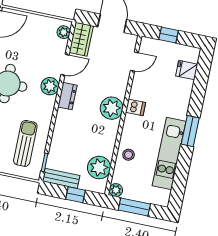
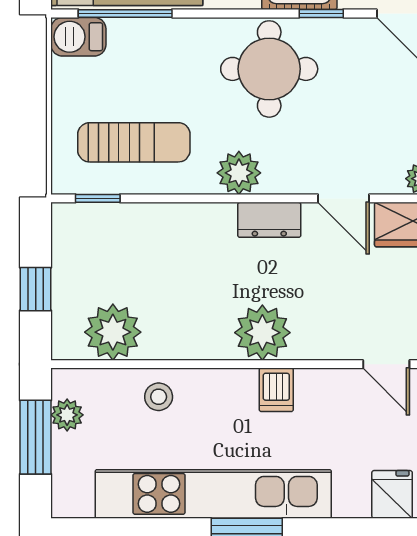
plant: (50, 86) -> (239, 173), moved
kitchen unit: (169, 154) -> (213, 494), width x1.36
bench: (61, 178) -> (68, 246), removed
plant: (116, 190) -> (67, 415), moved

